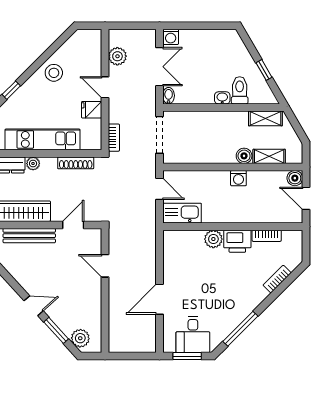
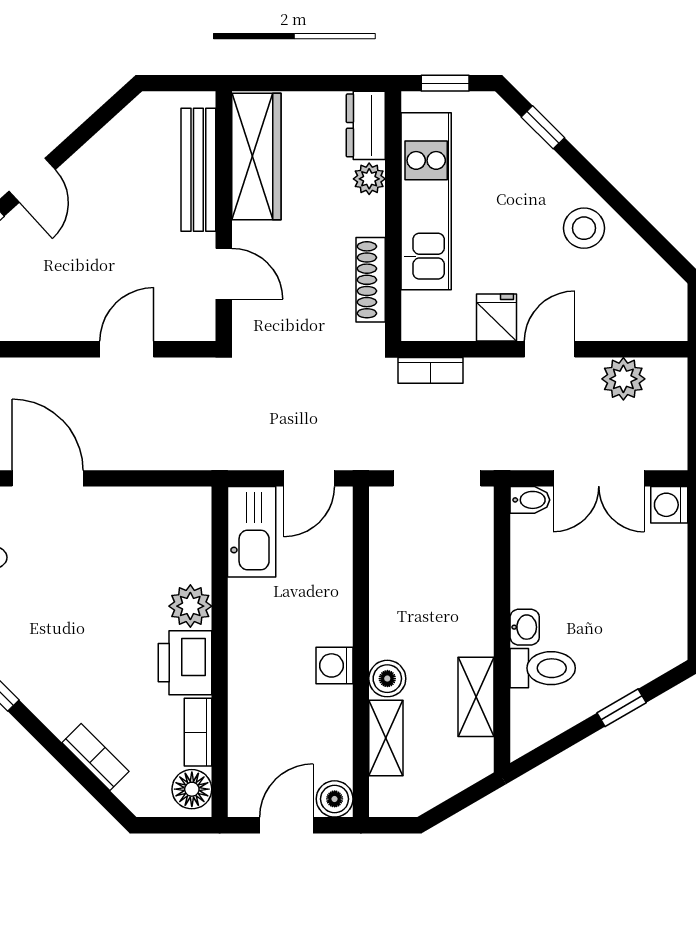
window: (264, 70) -> (622, 708), moved
shelving: (265, 118) -> (476, 697), moved
floor lamp: (291, 238) -> (192, 789), added

